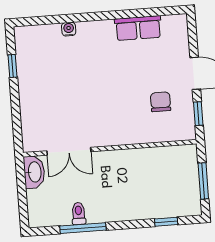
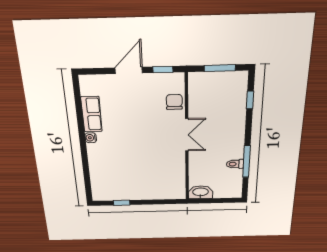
water cooler: (69, 29) -> (91, 138), moved
chair: (161, 102) -> (174, 102), moved, turned 90
double door: (69, 151) -> (187, 135), moved

